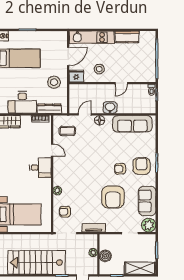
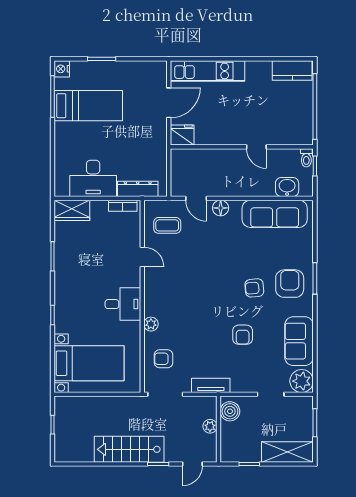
kitchen counter: (127, 37) -> (292, 70), moved
stool: (99, 69) -> (220, 124), removed
stool: (54, 82) -> (145, 145), removed
door: (121, 83) -> (256, 147), hinge flipped
washbasin: (110, 108) -> (287, 187), moved
door: (85, 114) -> (196, 198), swing flipped
desk: (40, 168) -> (123, 304), moved
armchair: (113, 197) -> (243, 335), width x0.53, depth x0.53
boiler: (105, 256) -> (230, 411), moved
stairs: (36, 263) -> (129, 449), width x0.73, depth x0.66

